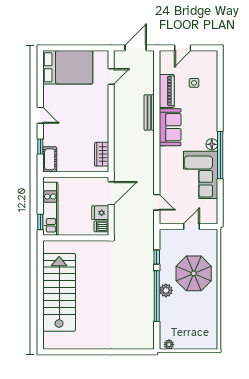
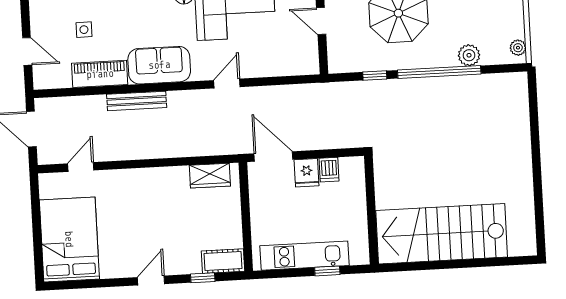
door: (111, 76) -> (81, 167), hinge flipped
door: (157, 202) -> (227, 84), moved
wall: (76, 238) -> (371, 210), moved
plant: (166, 290) -> (469, 55), moved

